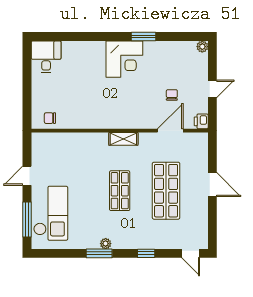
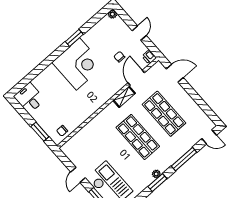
corner desk: (124, 59) -> (78, 64), width x1.36, depth x1.36
window: (27, 100) -> (40, 132), added
shelving: (123, 139) -> (124, 97), moved
door: (212, 185) -> (175, 73), moved
shop shelf: (120, 191) -> (138, 137), width x1.43, depth x1.36
window: (146, 253) -> (184, 159), width x2.17

